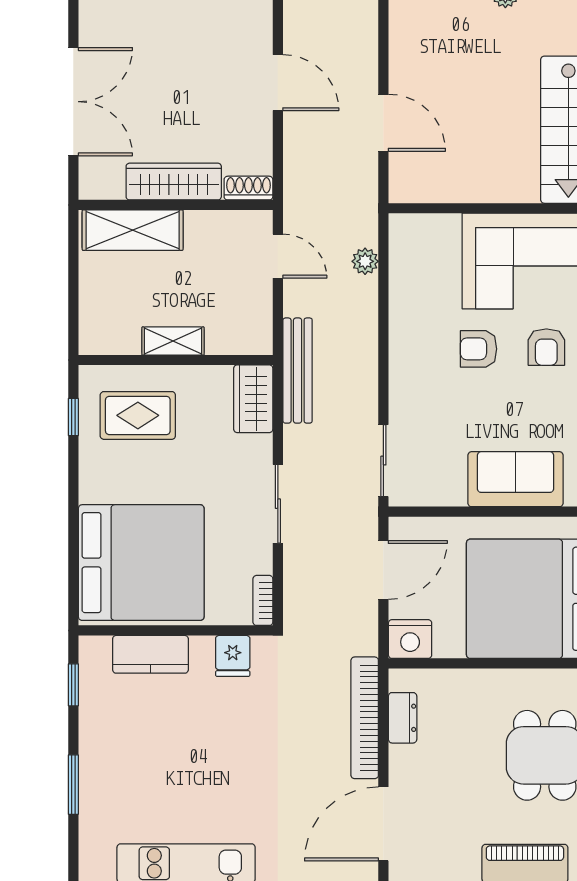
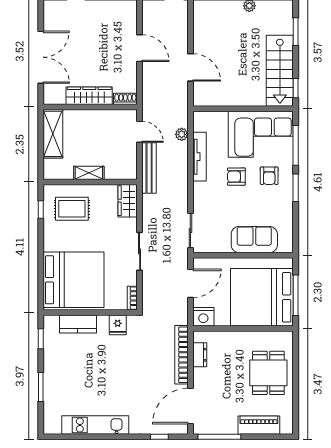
shelving: (133, 230) -> (53, 134), moved, turned 90
tv unit: (402, 308) -> (200, 157), added
bench: (298, 371) -> (149, 168), moved

